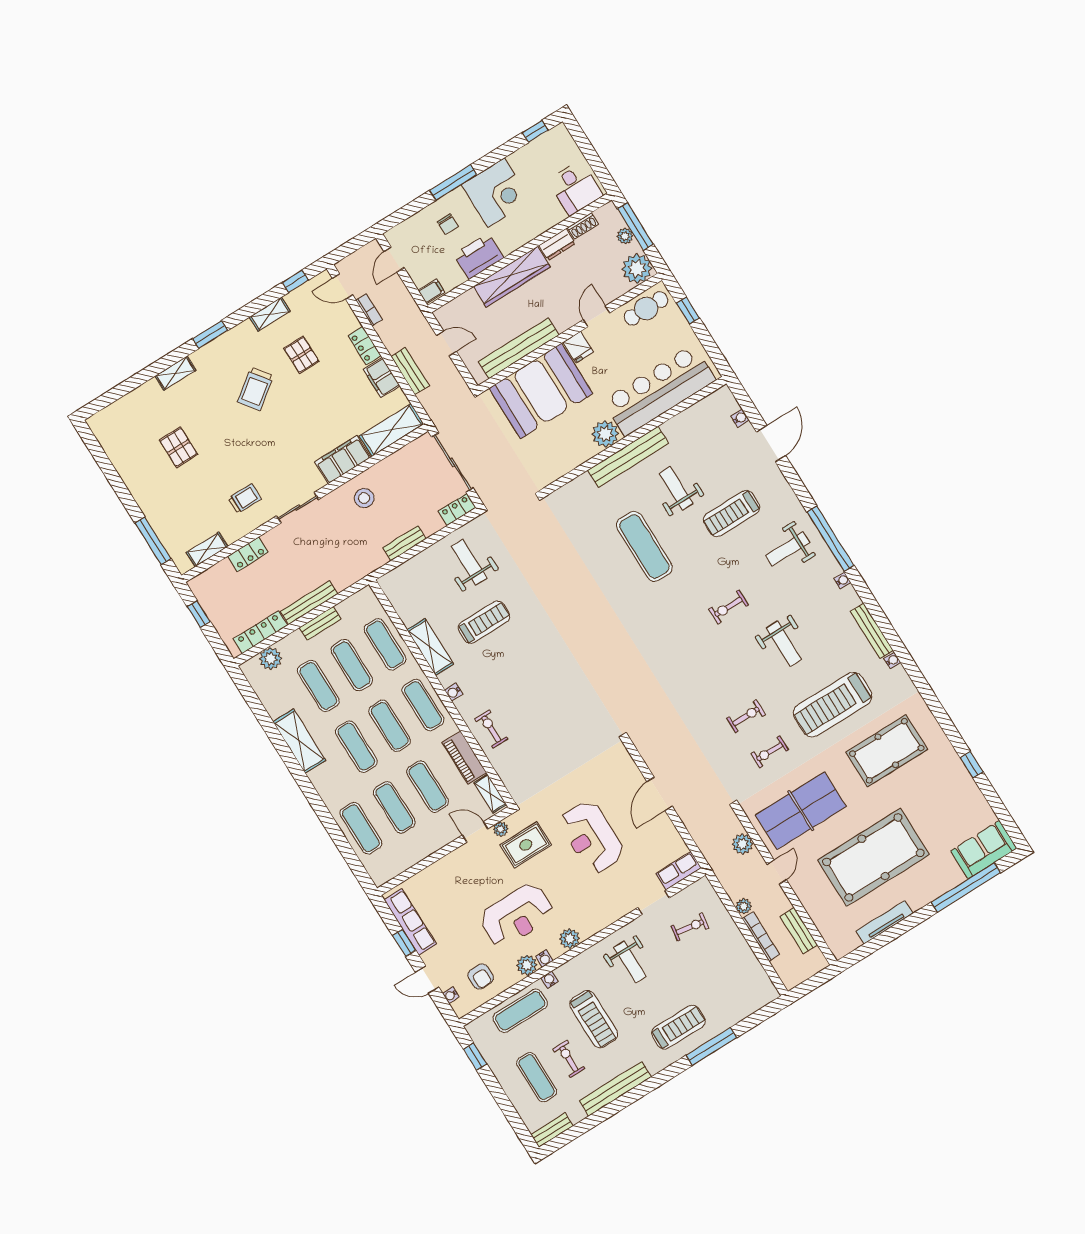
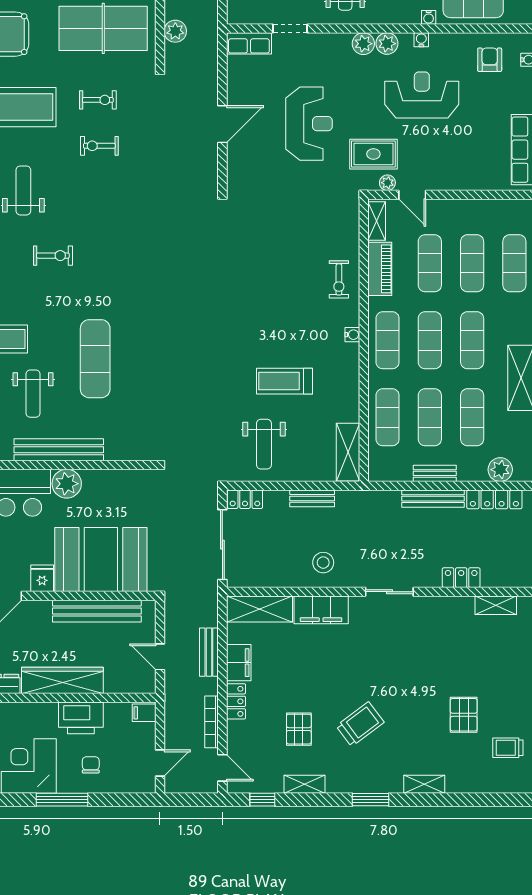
bookcase: (369, 310) -> (212, 722), width x1.56
trolley: (245, 499) -> (508, 748), moved
shelving: (430, 647) -> (348, 452), moved
plant: (527, 965) -> (363, 44), moved

